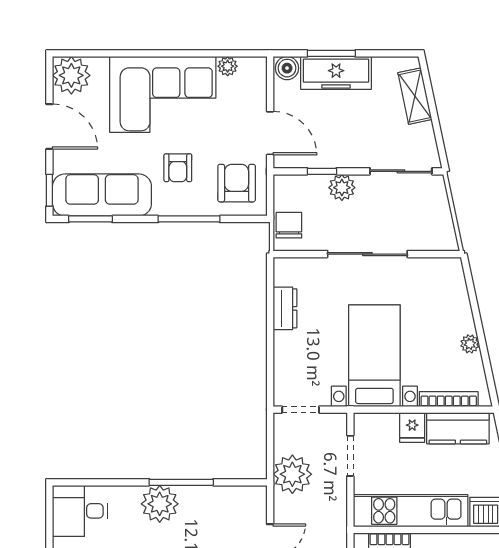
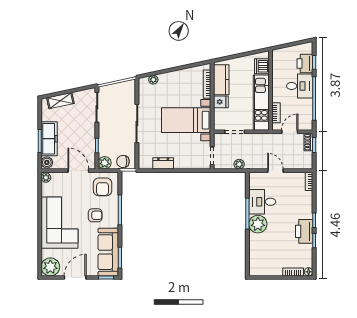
plant: (228, 66) -> (46, 178), moved
door: (270, 133) -> (78, 171), hinge flipped
armchair: (237, 183) -> (103, 187), turned -90
plant: (342, 188) -> (105, 163), moved
plant: (470, 344) -> (153, 80), moved
plant: (292, 474) -> (239, 164), width x0.53, depth x0.53
desk: (80, 511) -> (262, 202), moved, turned 90

